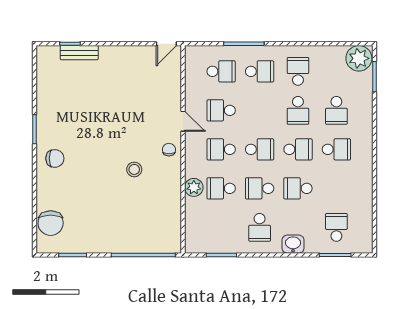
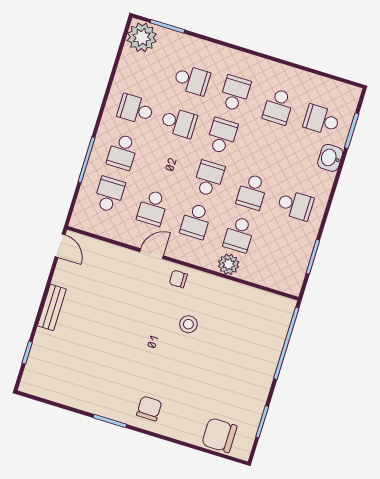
bench: (79, 53) -> (52, 307), moved
school desk: (260, 71) -> (122, 152), turned 180
school desk: (298, 188) -> (278, 107), moved
chair: (51, 223) -> (219, 435), turned 180
washbasin: (293, 244) -> (330, 158), moved

